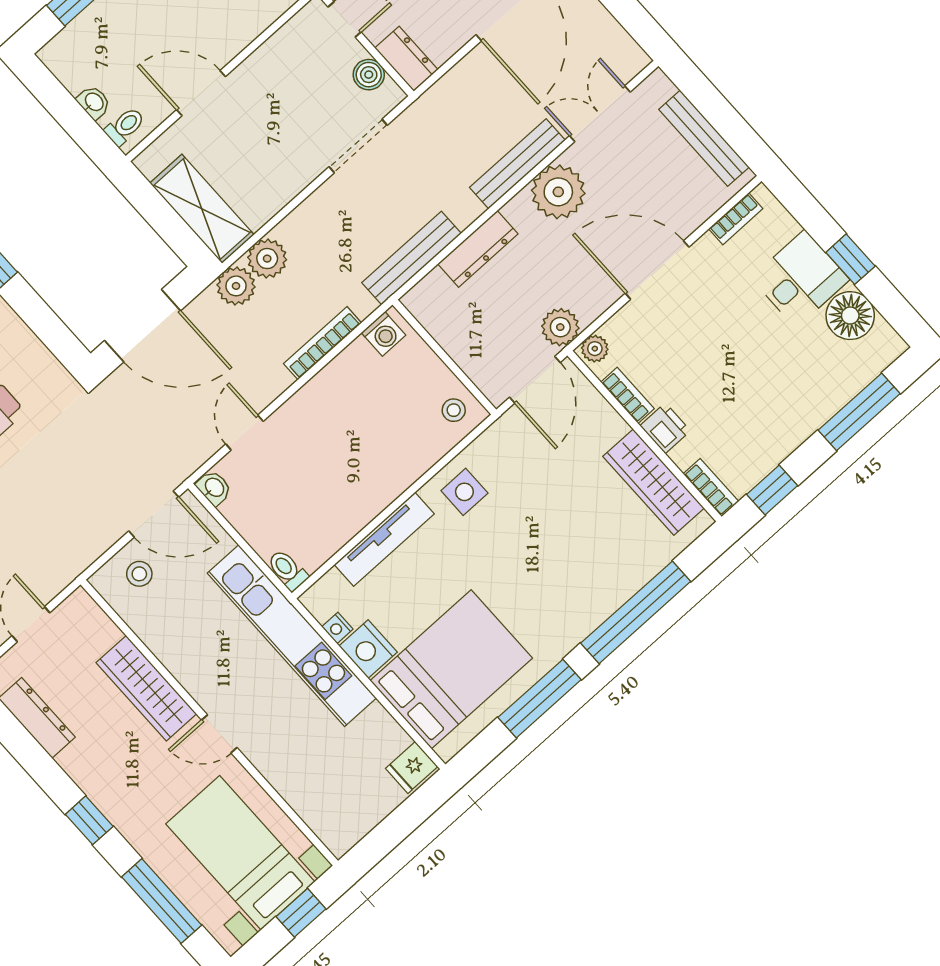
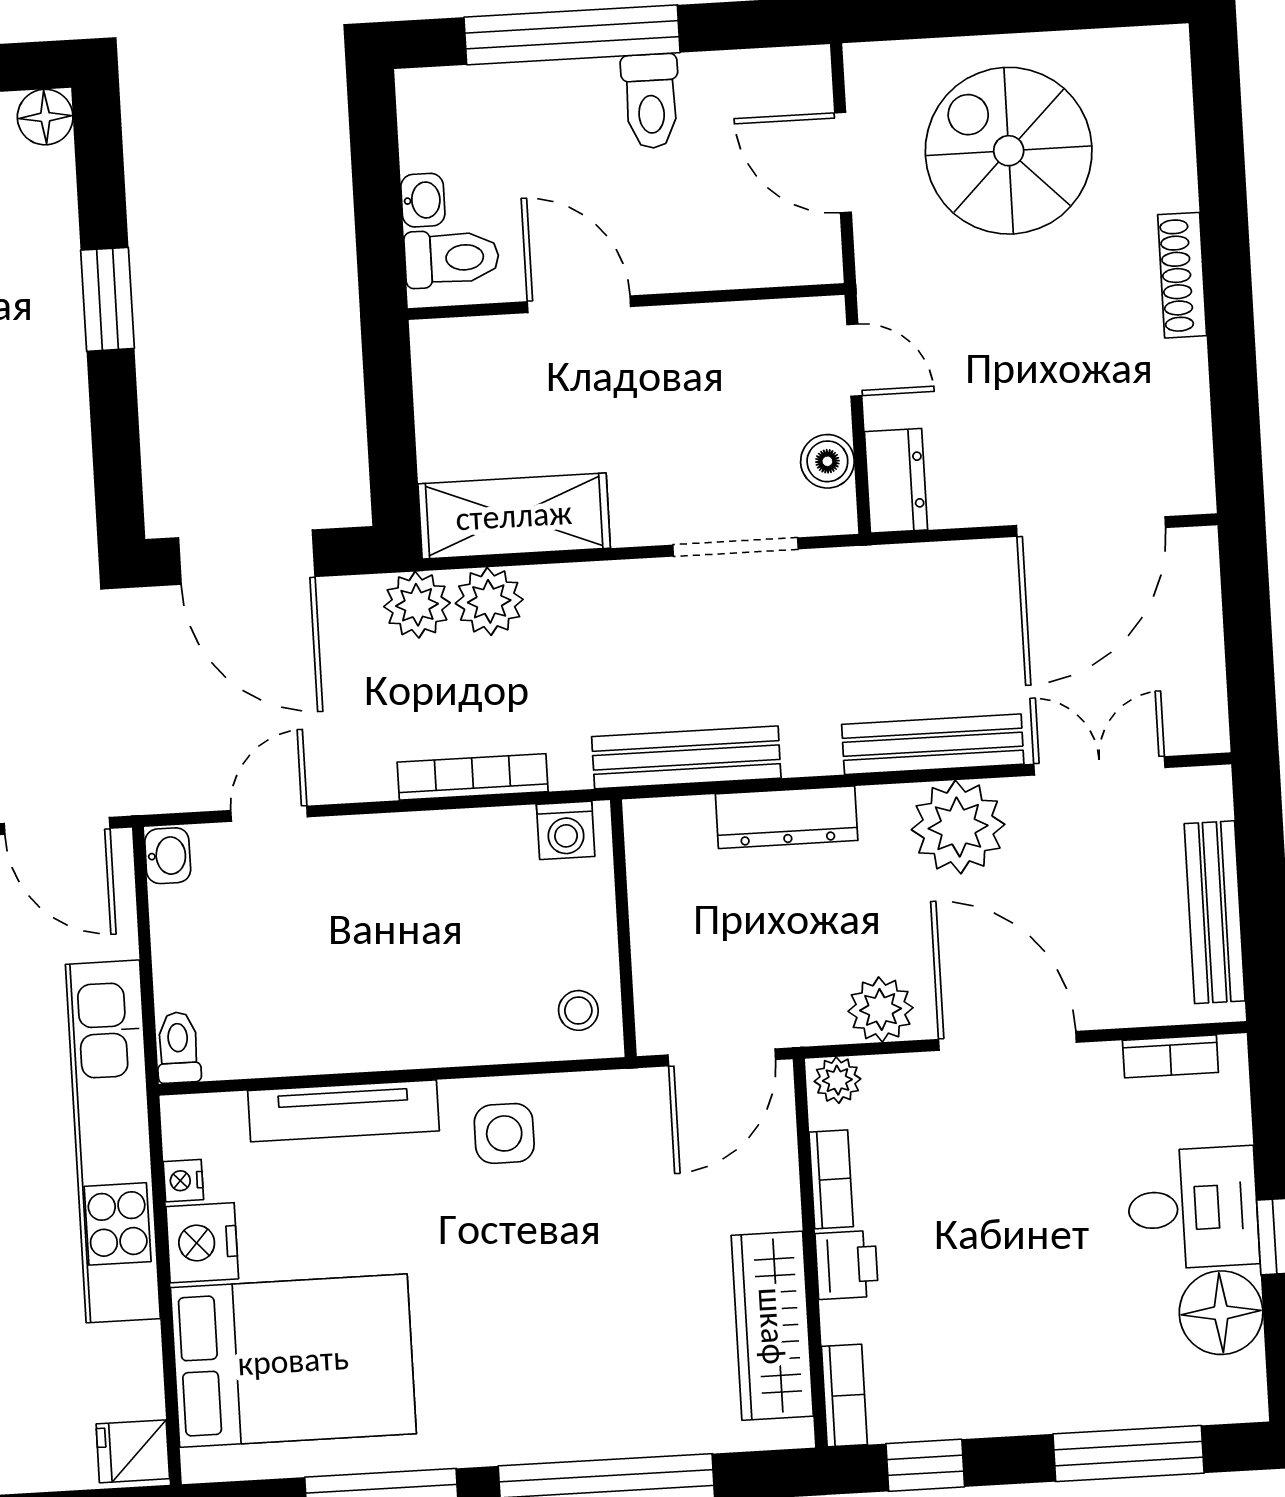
toilet: (125, 126) -> (452, 258), width x1.37, depth x1.39
shelving: (202, 209) -> (514, 516), moved, turned 90
plant: (560, 327) -> (881, 1009), moved

